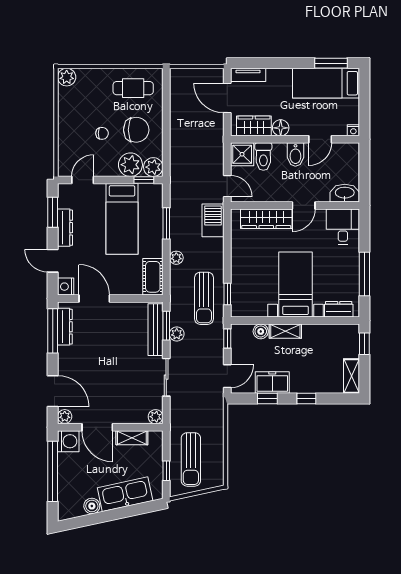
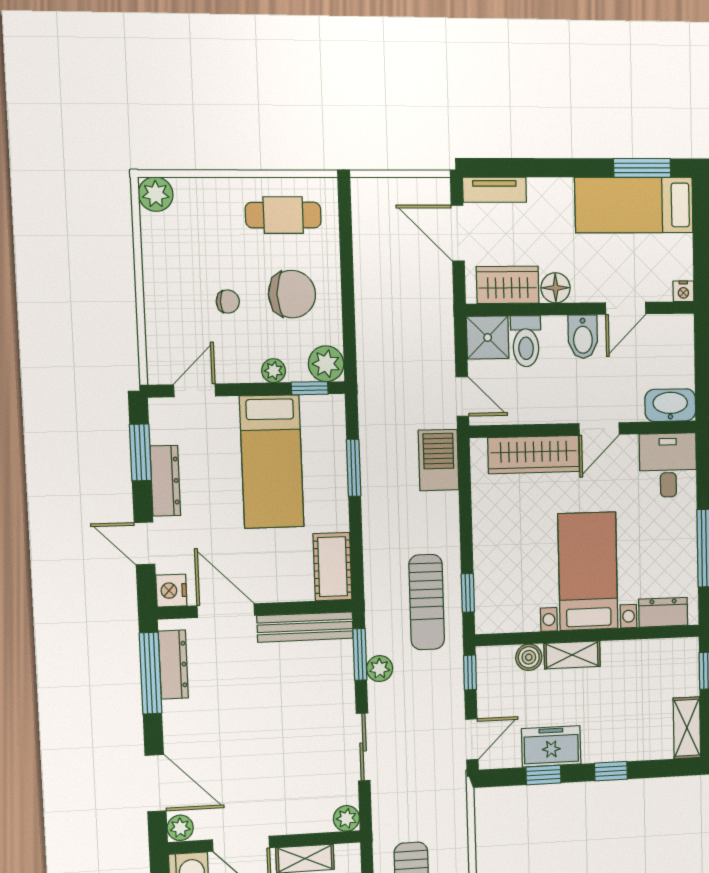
plant: (130, 165) -> (274, 371), width x0.53, depth x0.53
plant: (176, 258) -> (374, 530), removed
bench: (155, 330) -> (305, 627), moved, turned 90

